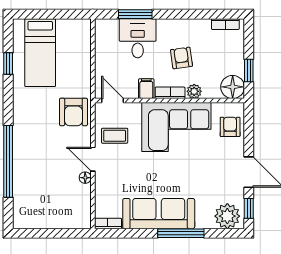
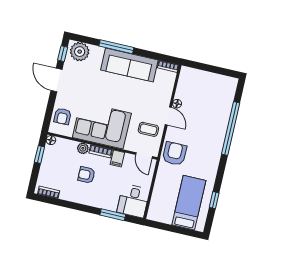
desk: (138, 38) -> (133, 201), moved
armchair: (181, 58) -> (86, 175), turned 98
floor lamp: (233, 87) -> (51, 140), width x0.53, depth x0.53

